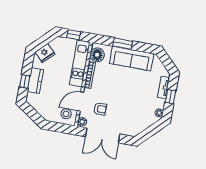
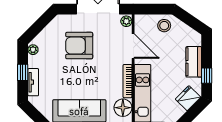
window: (25, 81) -> (207, 76), moved
door: (80, 101) -> (133, 46), hinge flipped
armchair: (100, 109) -> (79, 46), moved, width x1.88, depth x1.88
stool: (66, 114) -> (164, 26), moved

